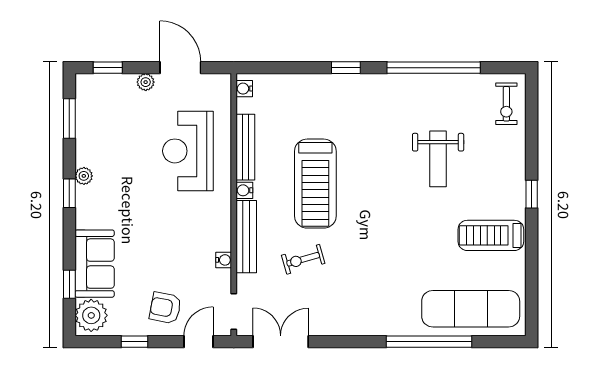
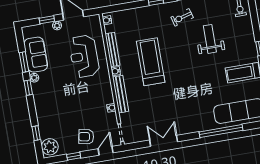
window: (108, 68) -> (47, 20), moved
window: (69, 118) -> (24, 62), moved
weight bench: (438, 159) -> (210, 39), turned 180
treadmill: (315, 184) -> (151, 62), turned 180
exercise bike: (303, 259) -> (182, 17), moved
sofa: (95, 264) -> (36, 55), moved
double door: (281, 342) -> (164, 141), moved

